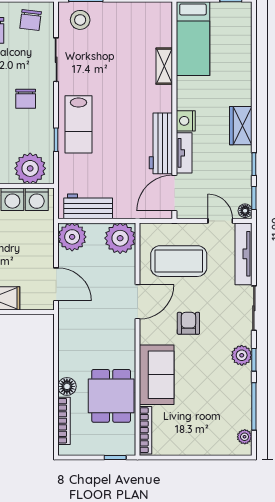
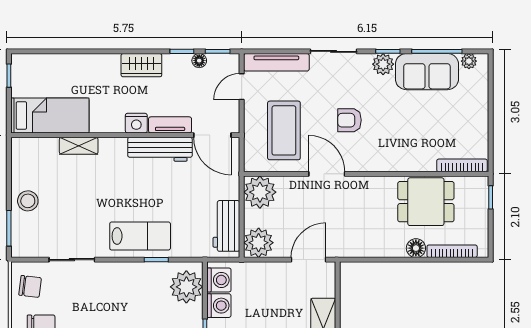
stool: (80, 20) -> (28, 201), moved
chair: (26, 99) -> (113, 292), removed
floor lamp: (245, 211) -> (199, 61), moved
sofa: (157, 375) -> (427, 72), moved, turned 180

